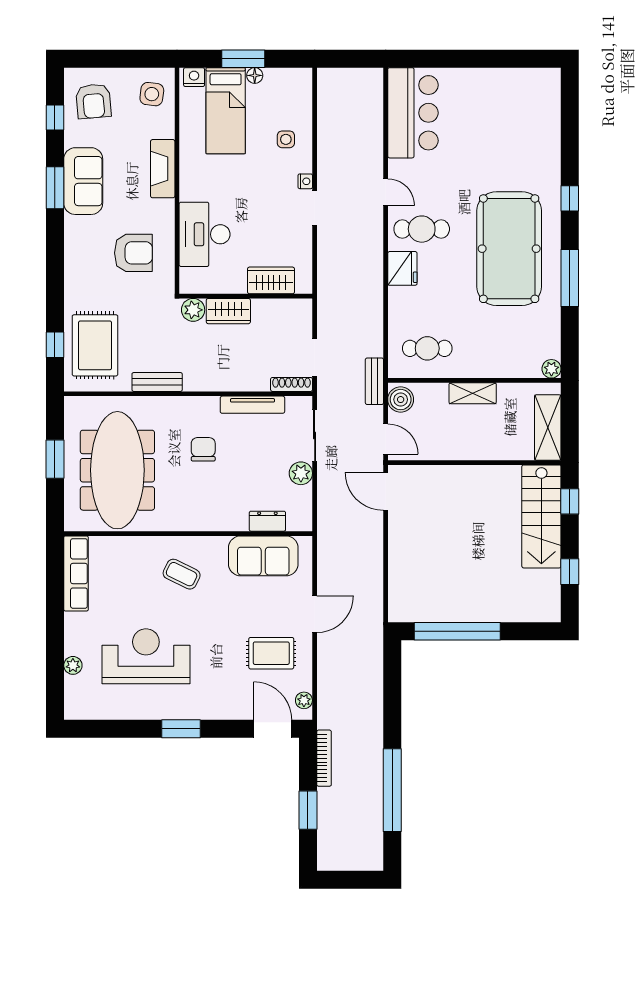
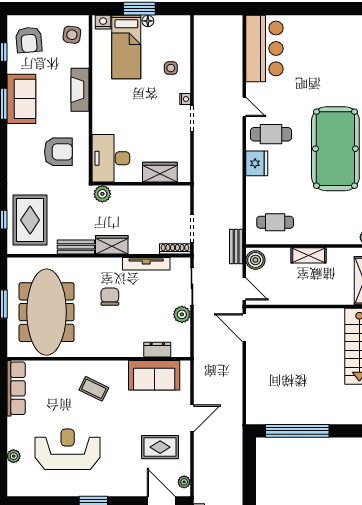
desk: (205, 234) -> (111, 158), moved
wardrobe: (228, 311) -> (112, 245), moved, turned 180

